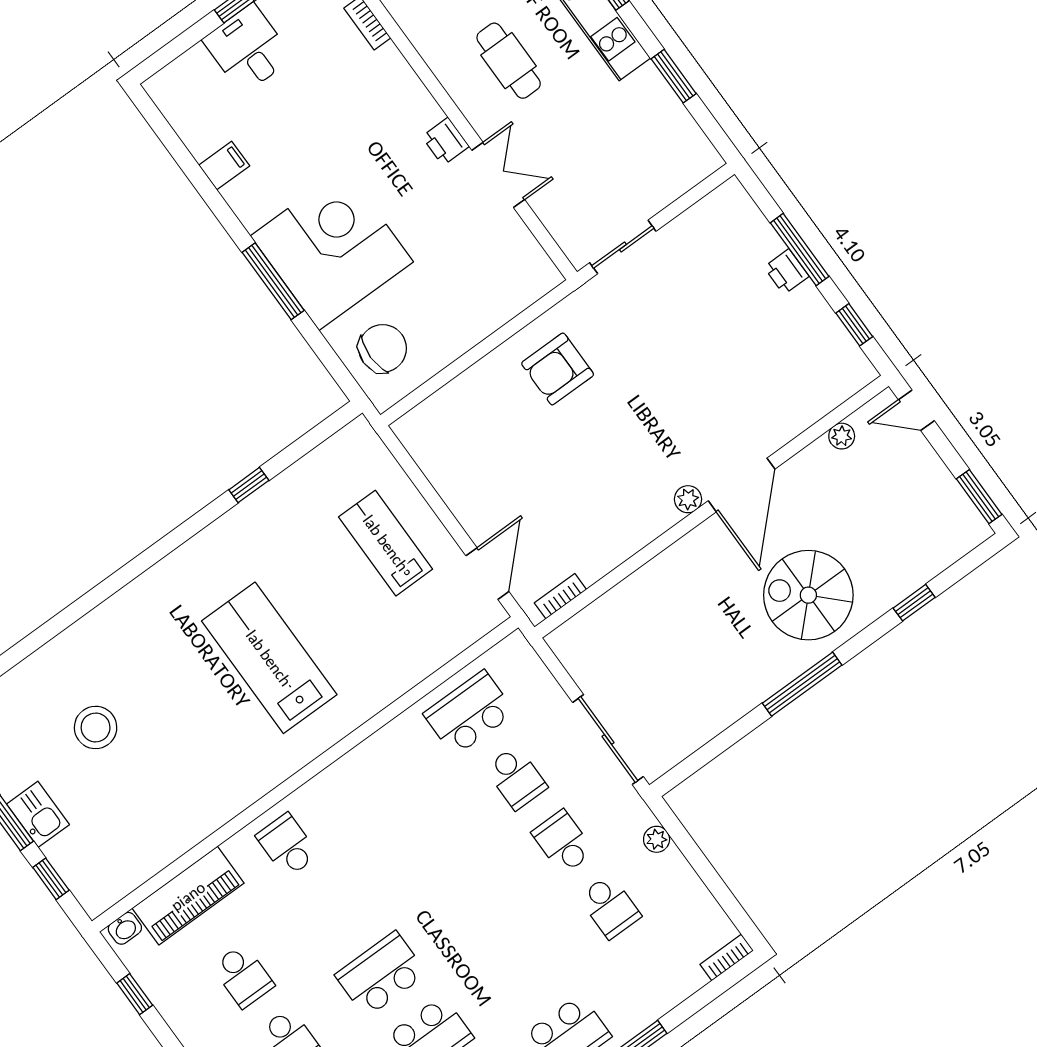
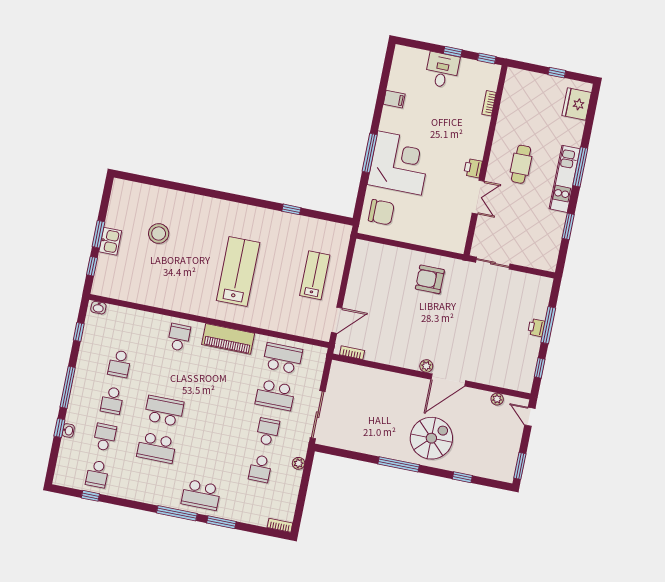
spiral stairs: (808, 595) -> (431, 438), turned 90
school desk: (516, 778) -> (275, 395), width x1.85
piano: (188, 896) -> (228, 339), moved

